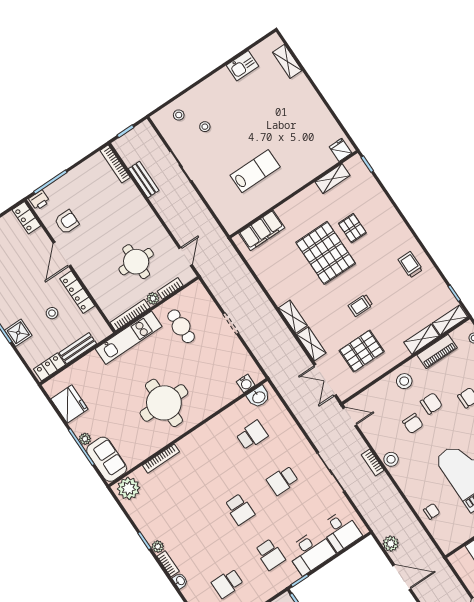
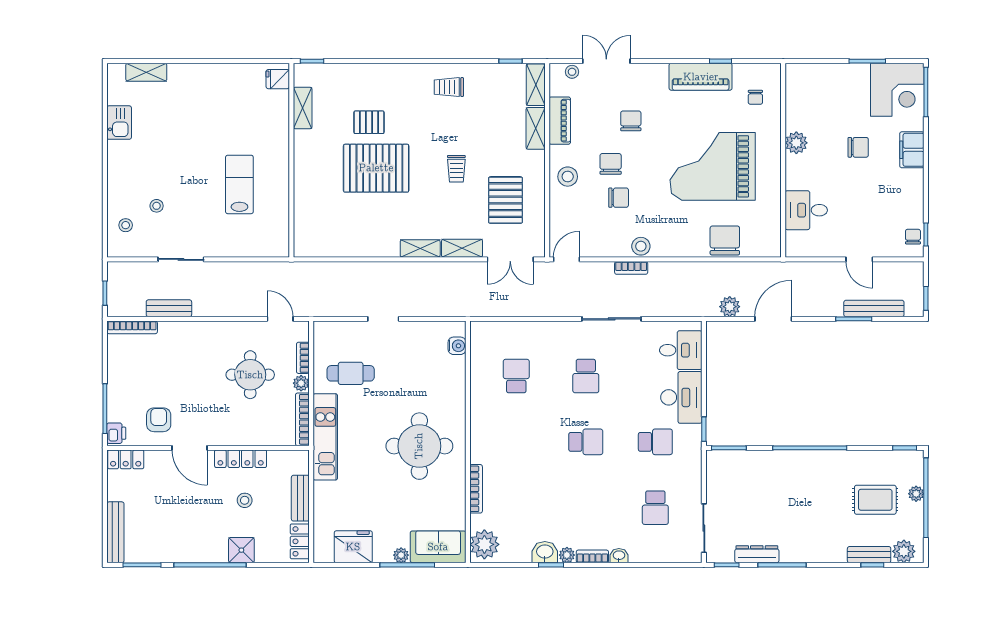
filing cabinet: (262, 230) -> (307, 220), removed
washbasin: (259, 397) -> (545, 552), moved, turned -90
chair: (432, 511) -> (725, 240), width x1.87, depth x1.87

